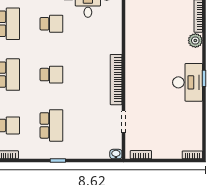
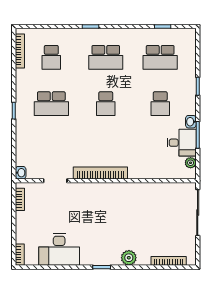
plant: (195, 40) -> (129, 258), moved
desk: (188, 82) -> (59, 249), moved

